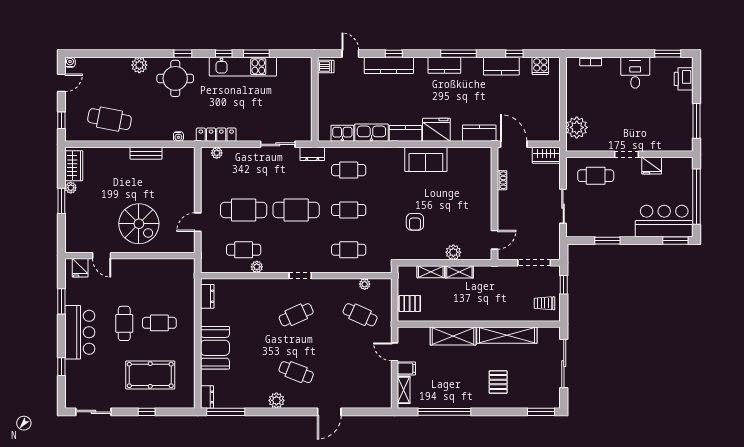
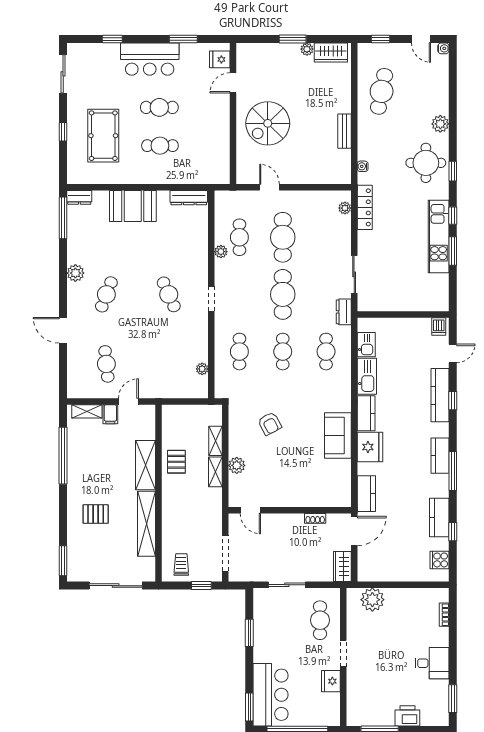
printer: (684, 79) -> (407, 716), moved
armchair: (415, 222) -> (270, 424), turned -118
dresser: (207, 296) -> (189, 198), width x1.44
pallet: (410, 304) -> (176, 462), moved
cafe table: (360, 315) -> (106, 364), moved, turned -30
cafe table: (159, 323) -> (160, 146), turned 90

